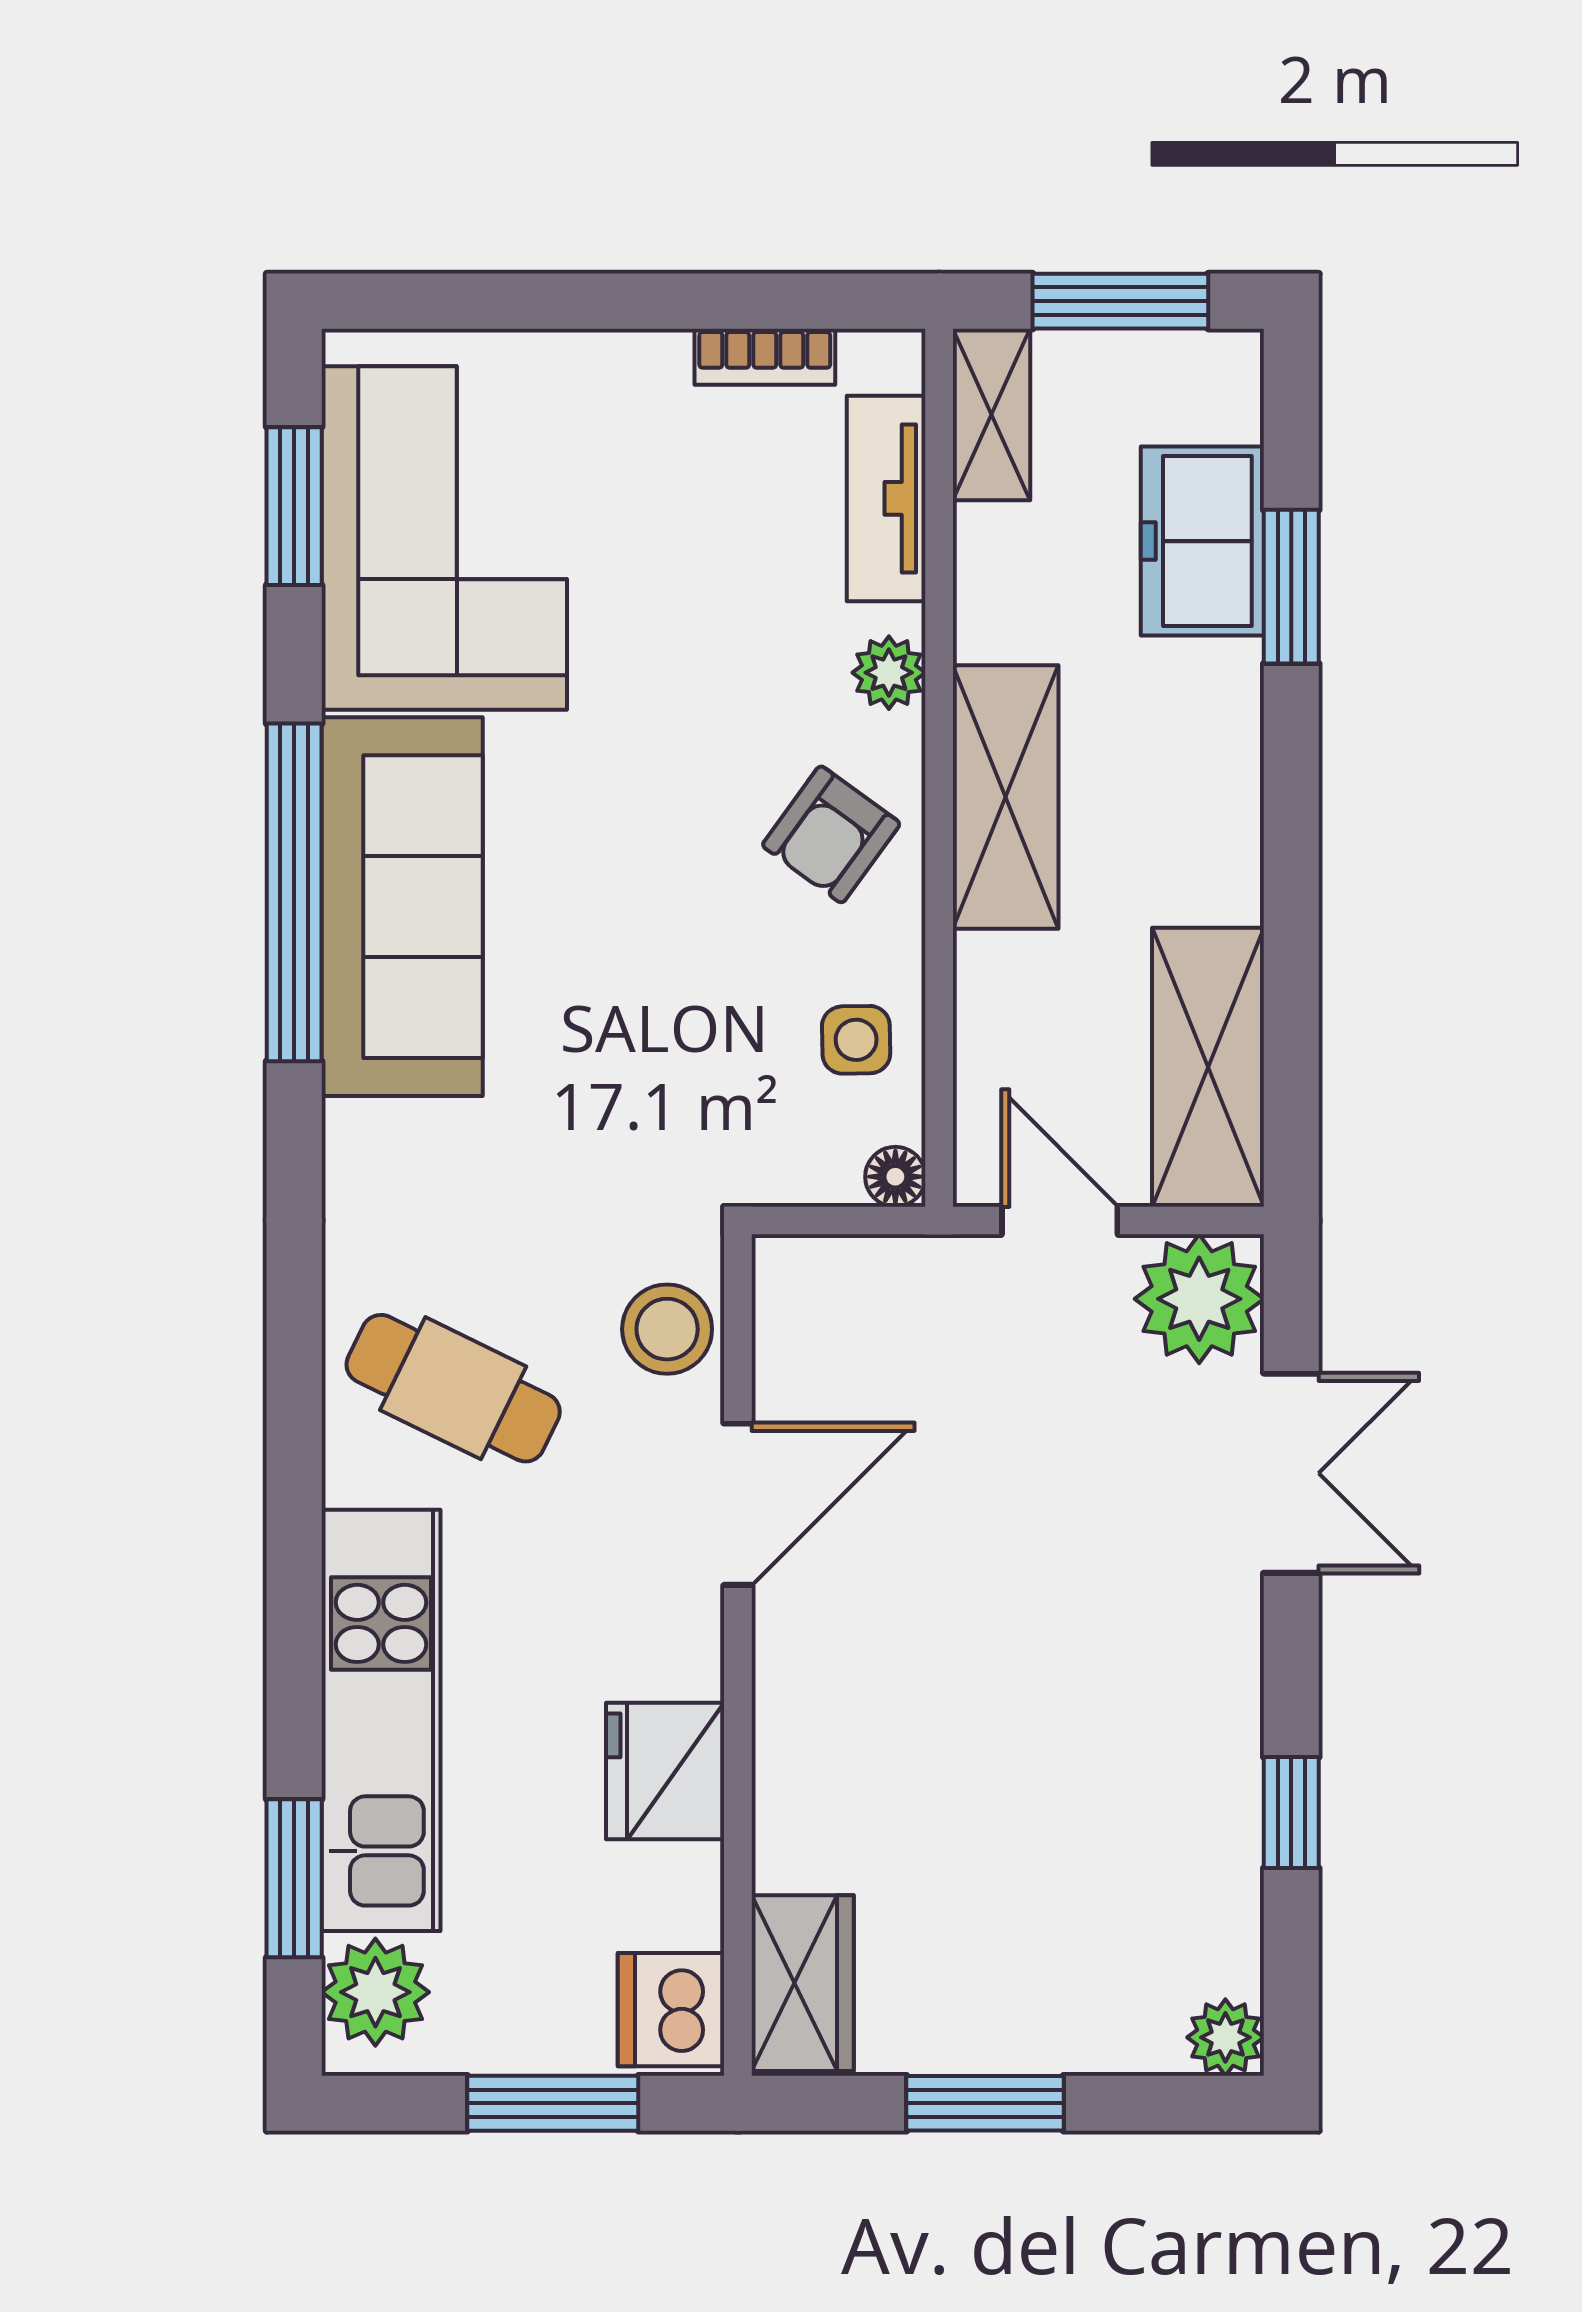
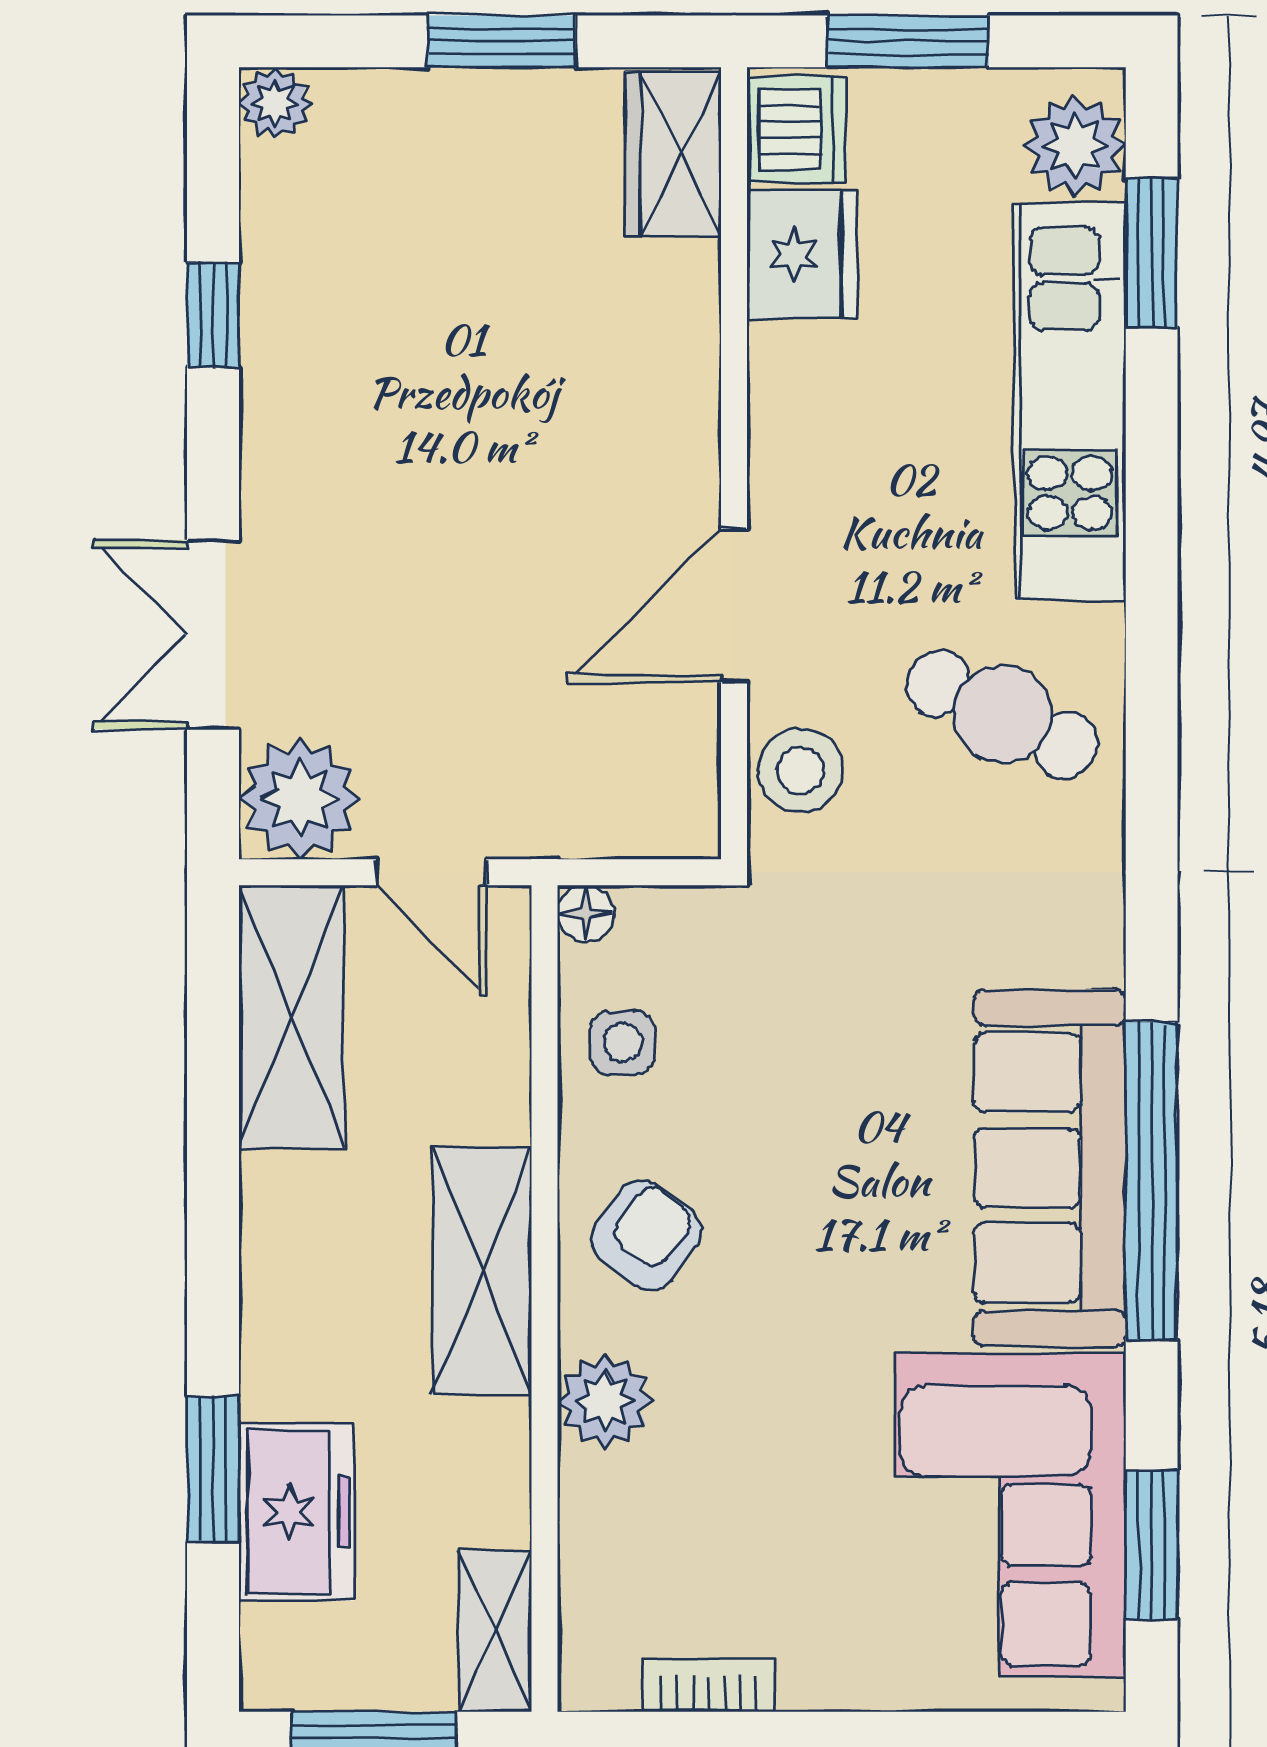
tv unit: (886, 498) -> (594, 1552), removed
plant: (889, 673) -> (605, 1401), width x1.38, depth x1.38
fridge: (665, 1771) -> (802, 254), moved

